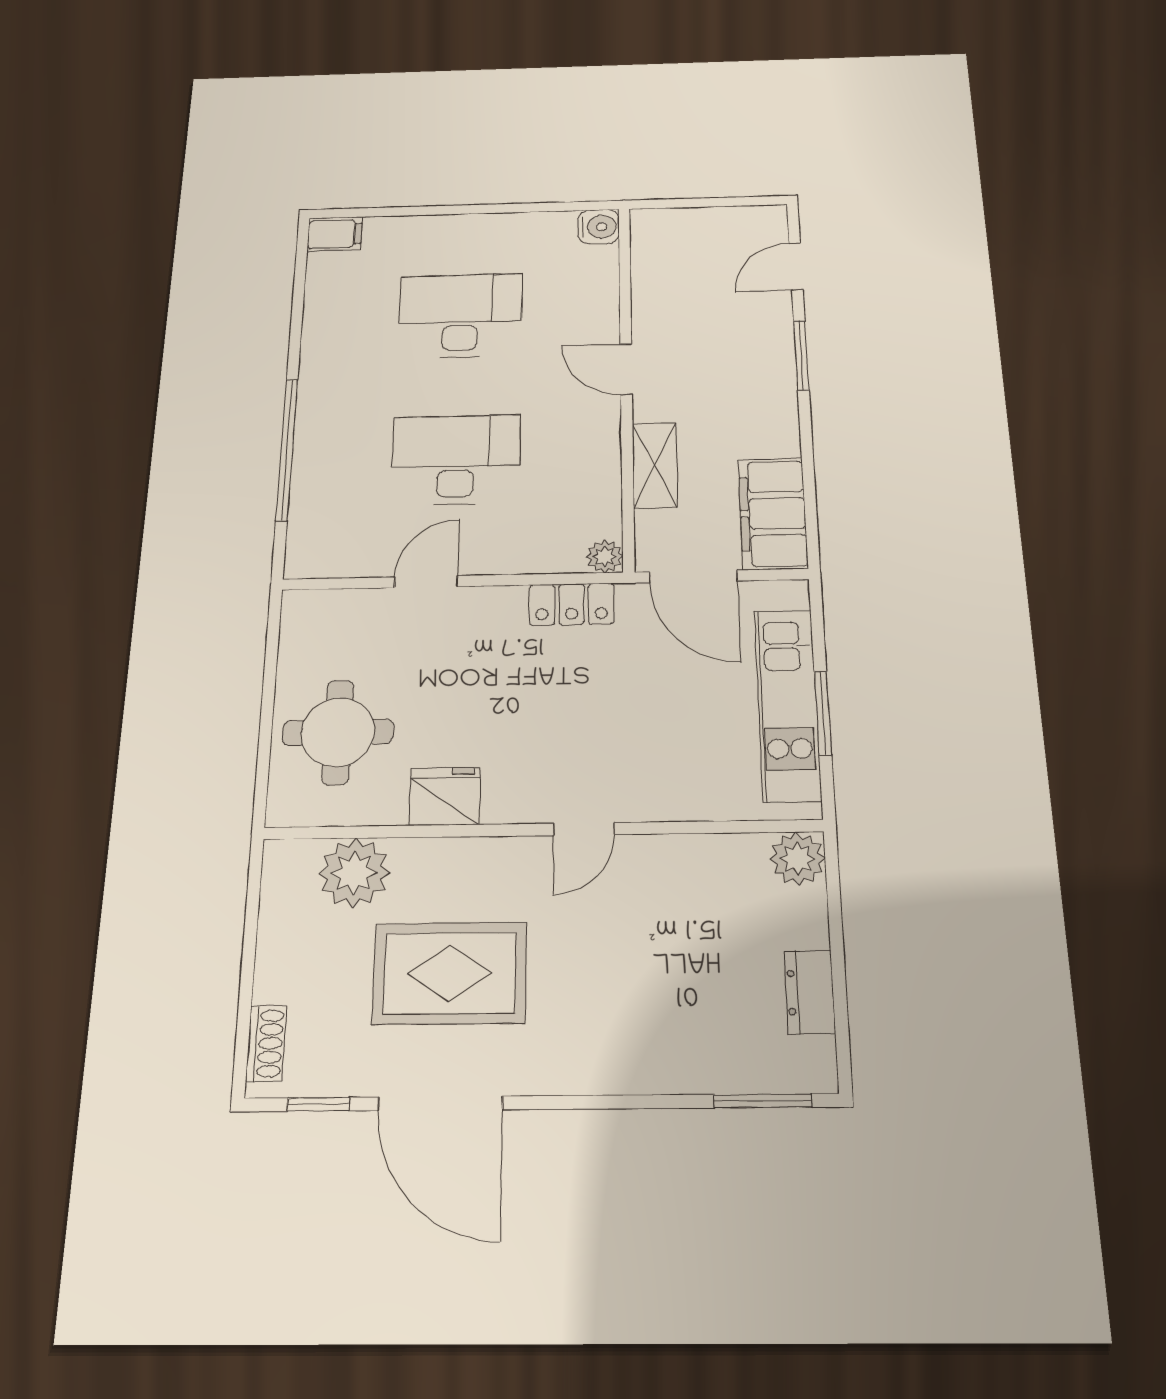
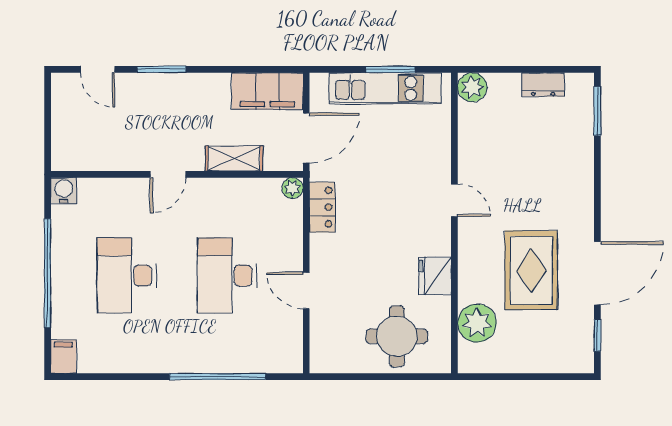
window: (467, 209) -> (48, 273), added
shoe rack: (266, 1043) -> (567, 364), removed

